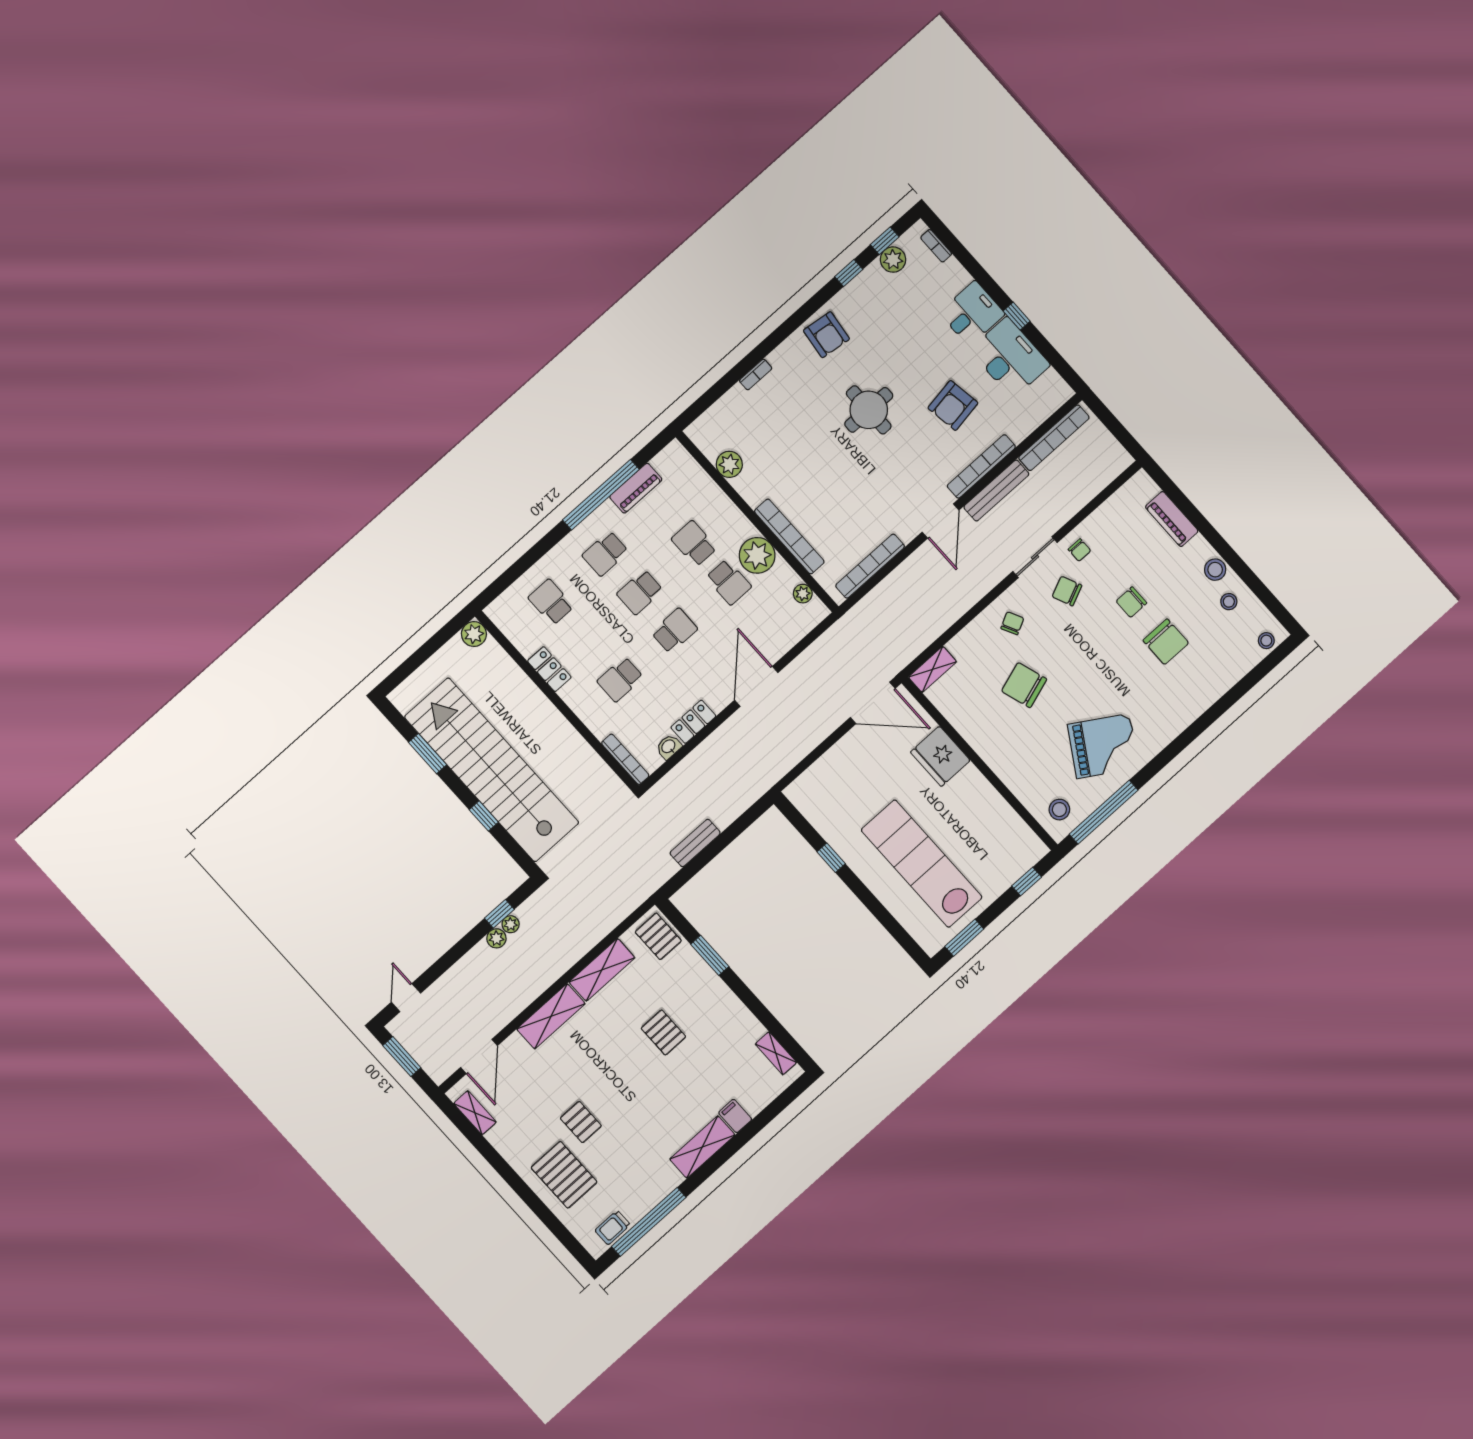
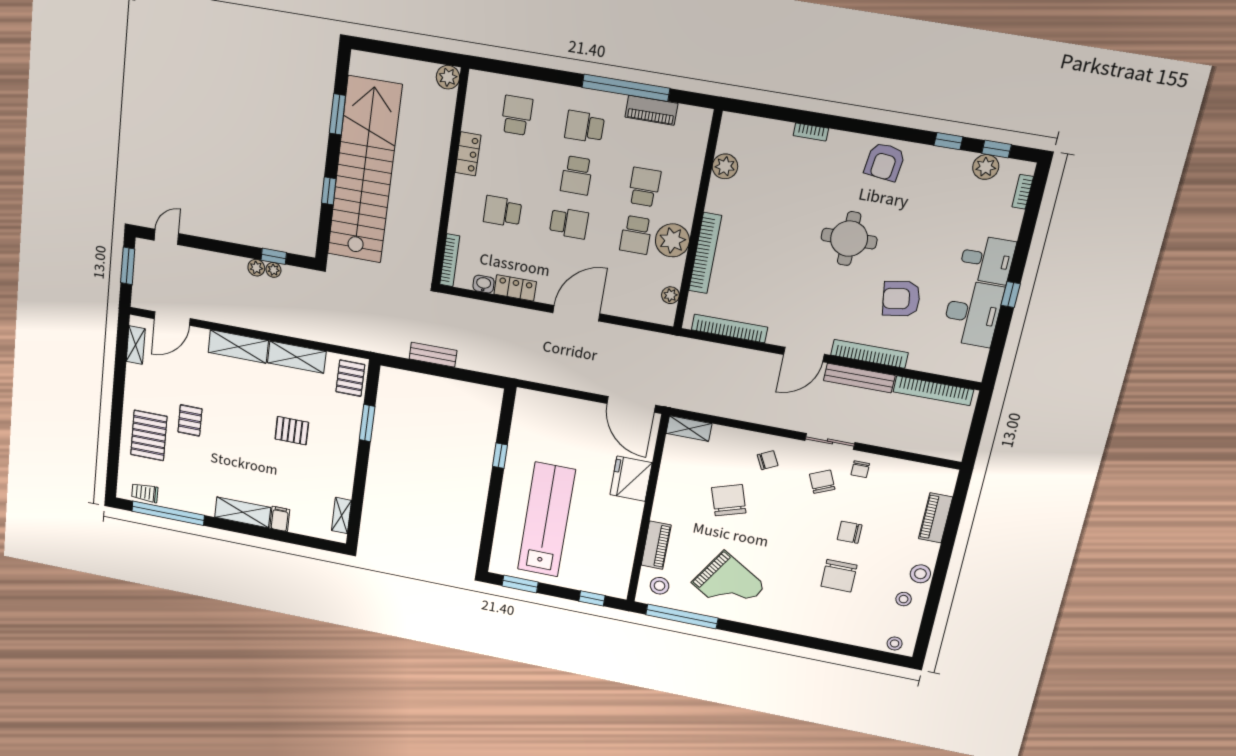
school desk: (640, 592) -> (577, 175), turned -90
piano: (1019, 782) -> (656, 545), added
pallet: (663, 1032) -> (292, 431), turned 90

